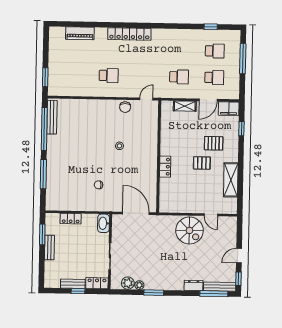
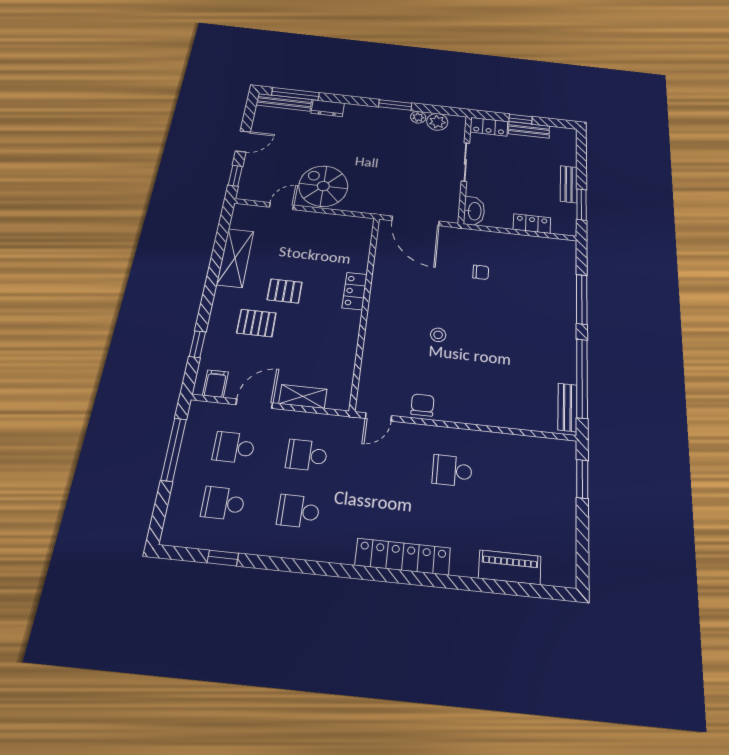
school desk: (180, 50) -> (298, 511), added
window: (243, 59) -> (174, 449), moved
filing cabinet: (229, 109) -> (215, 384), width x0.50
bench: (52, 117) -> (567, 407), width x0.73
door: (211, 215) -> (282, 206), hinge flipped
window: (239, 279) -> (235, 176), moved

